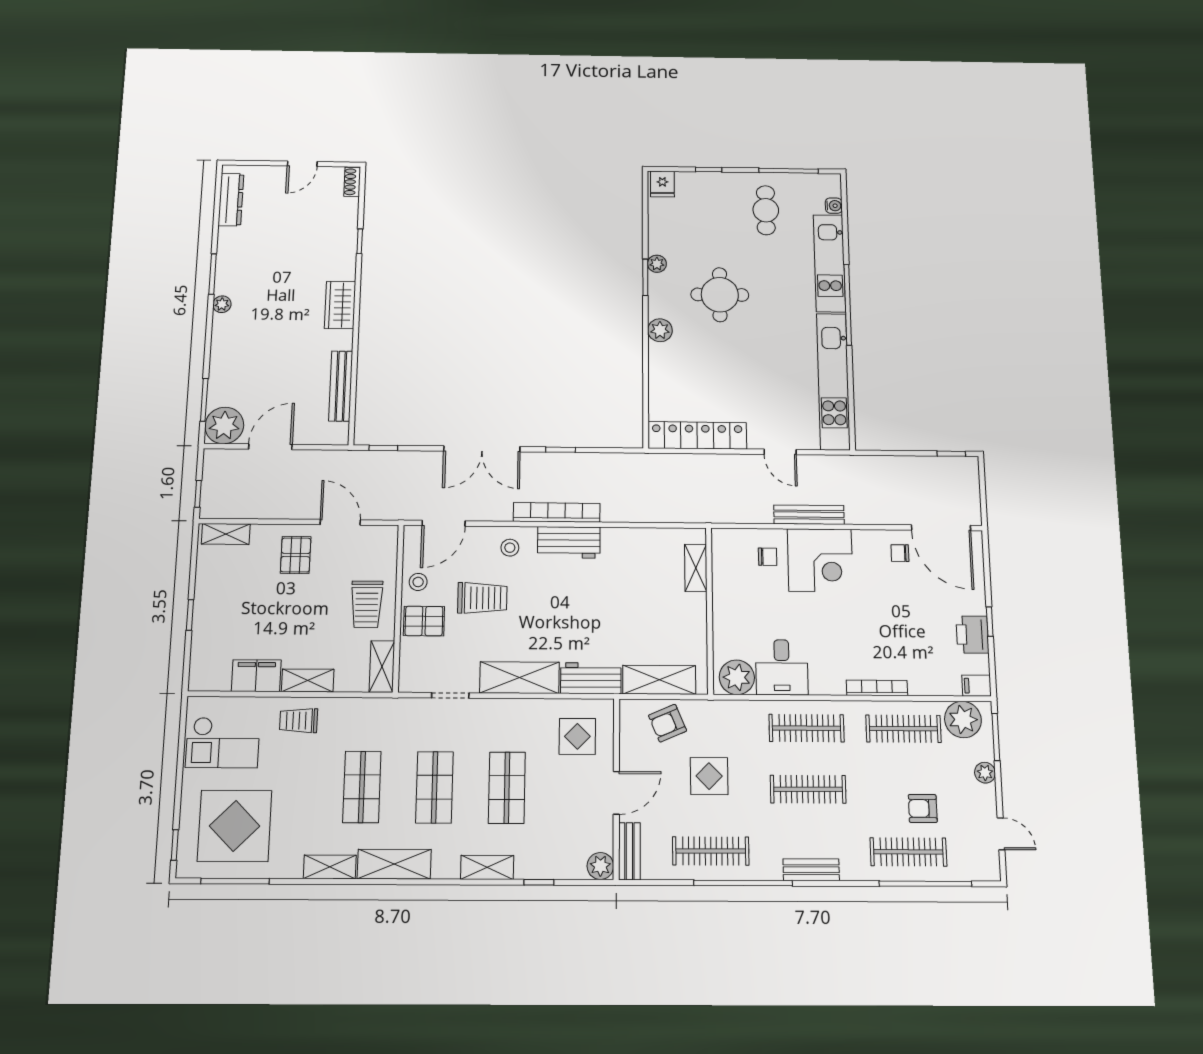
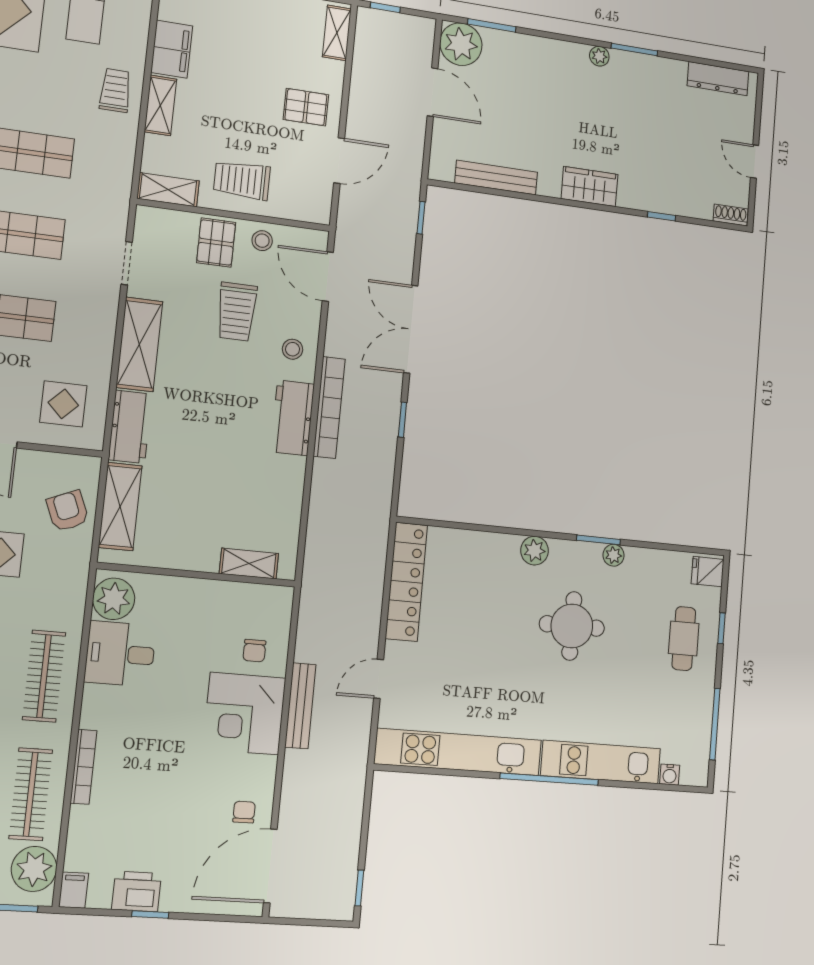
cafe table: (766, 210) -> (684, 639), moved, turned 90

